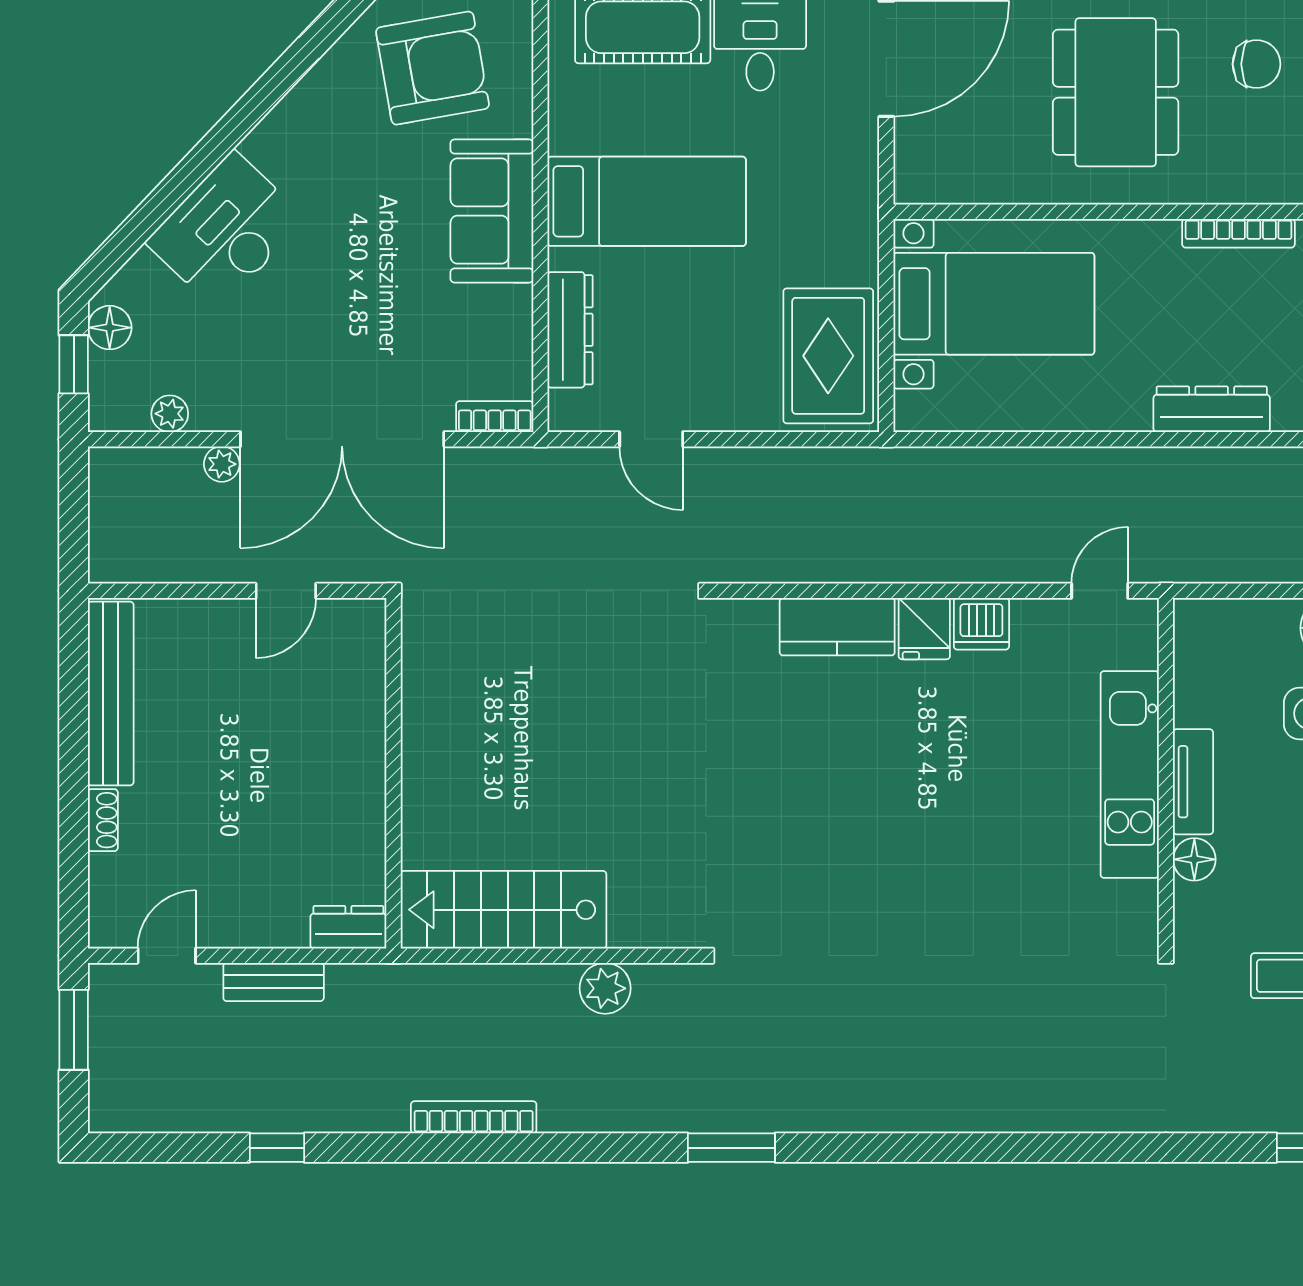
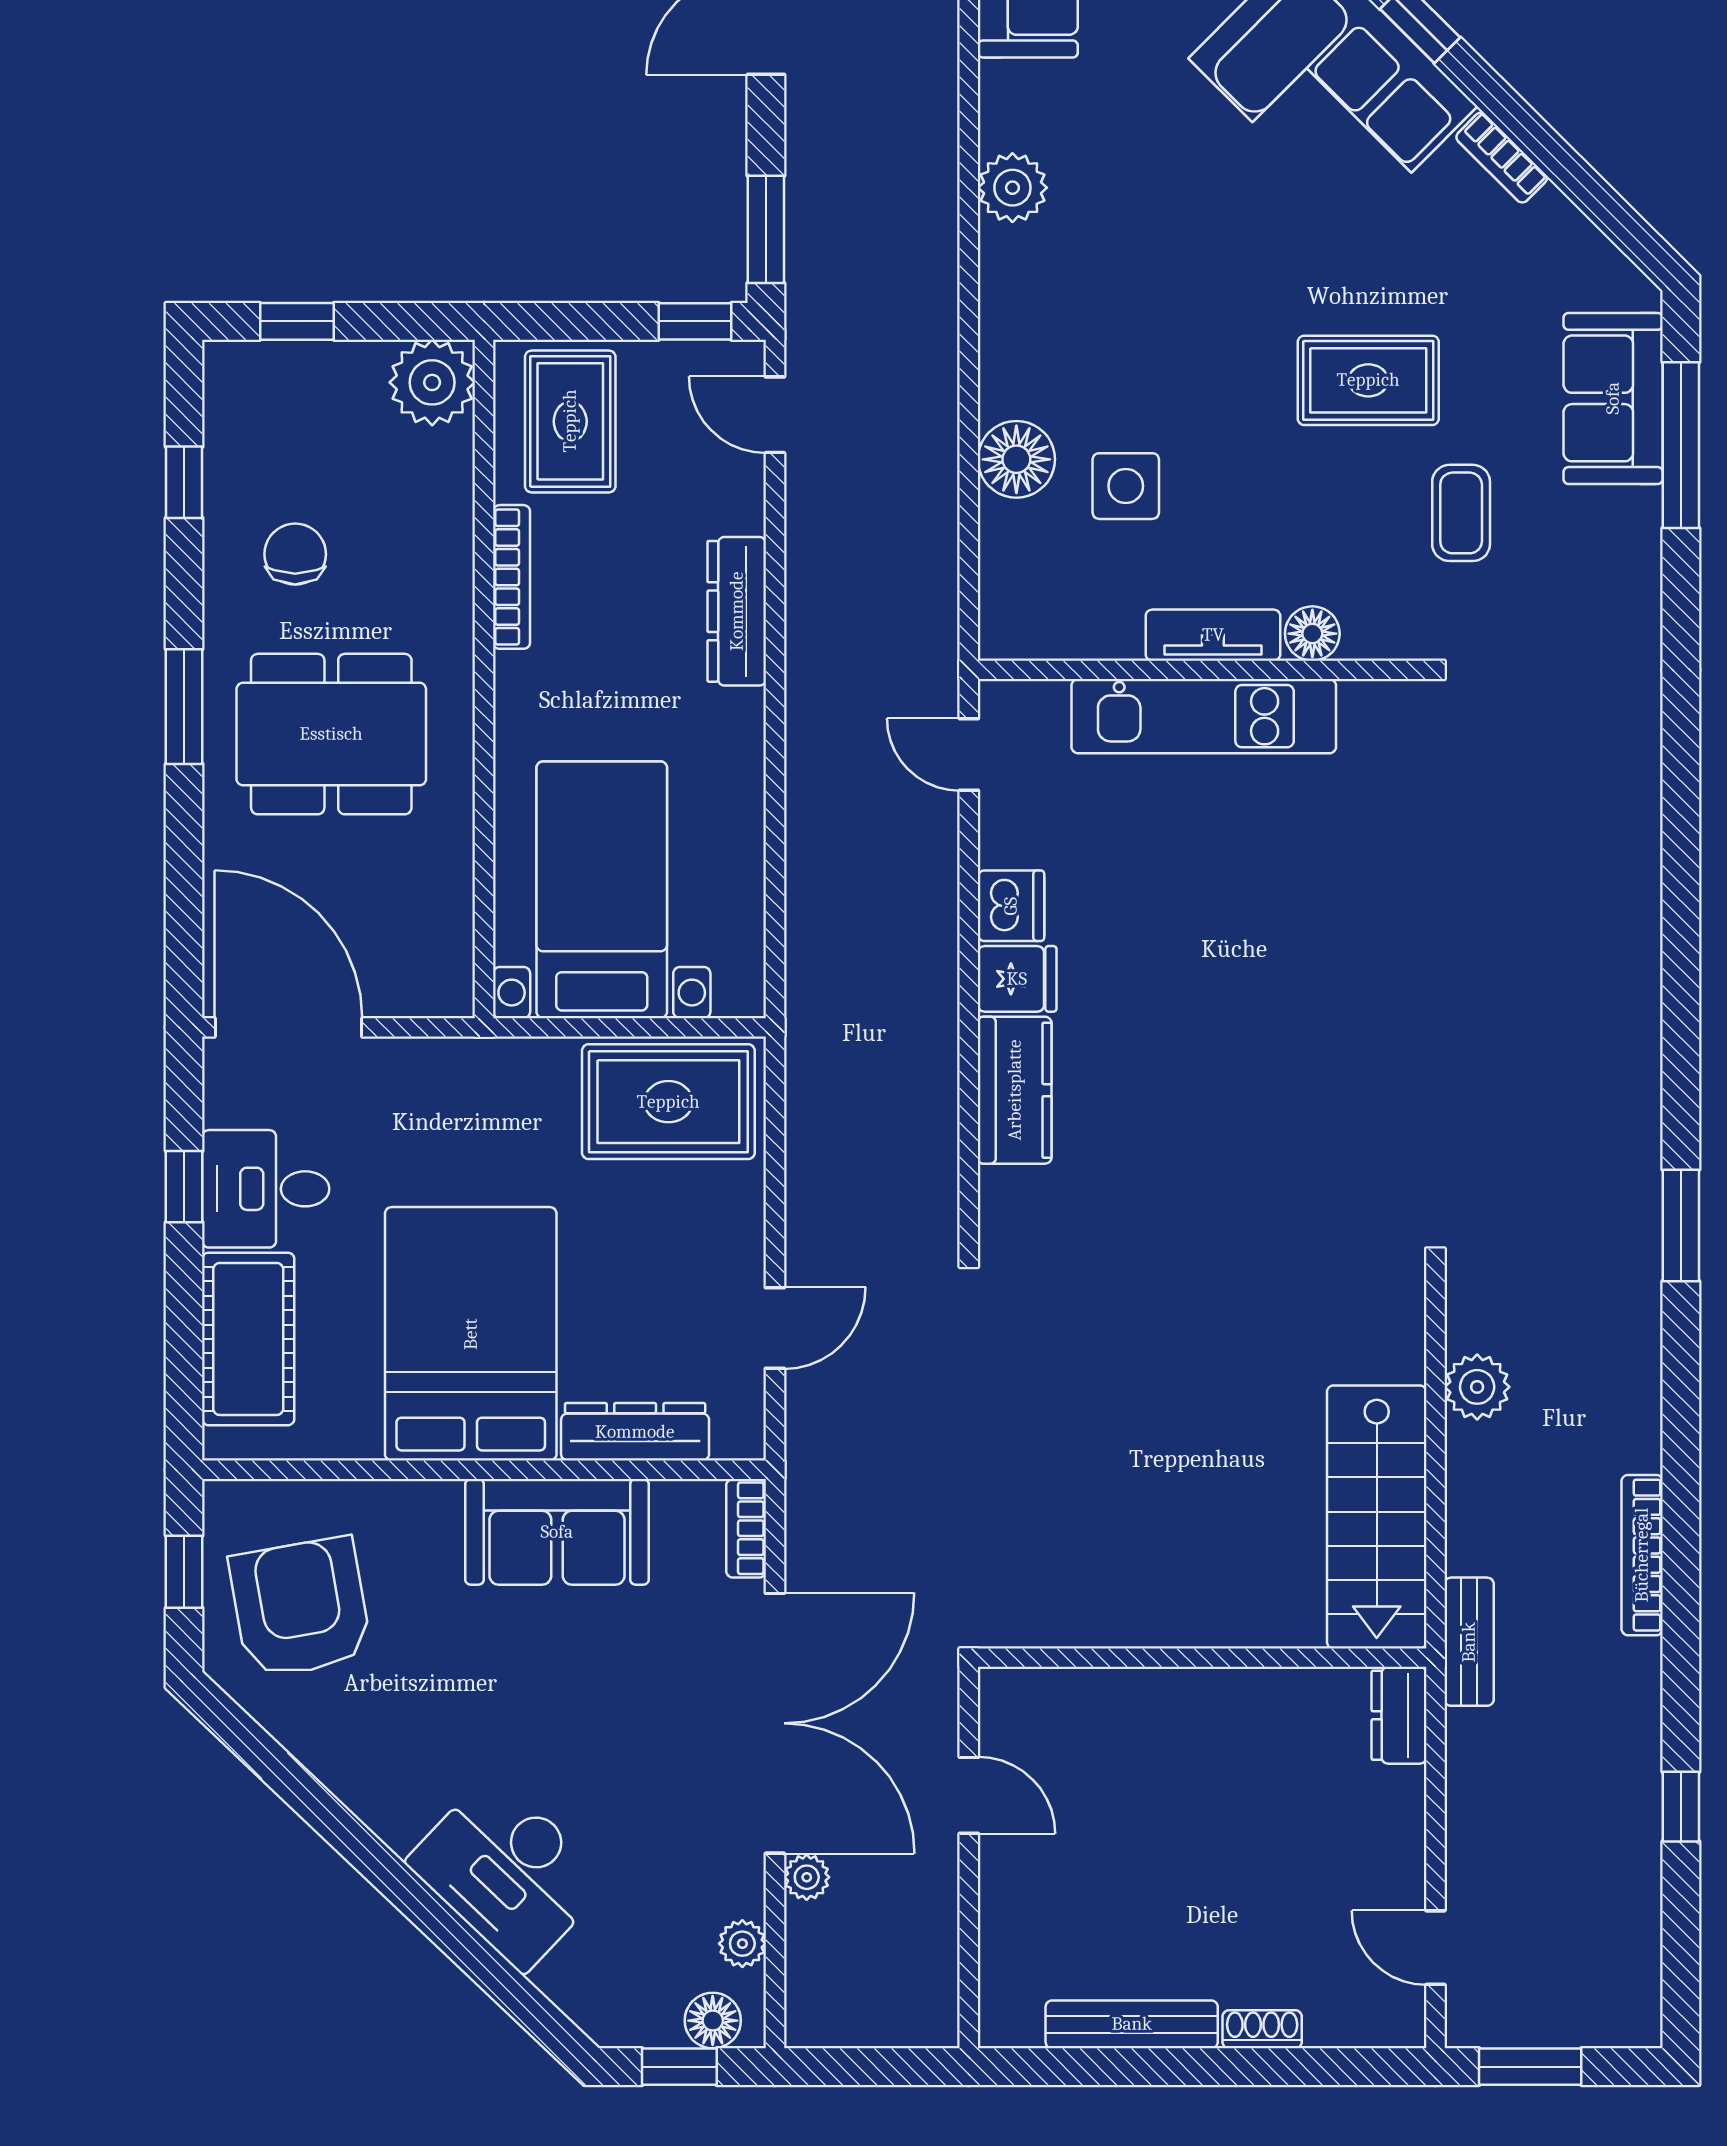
bed: (647, 201) -> (471, 1334), width x1.50
sofa: (492, 211) -> (557, 1532), moved
floor lamp: (110, 328) -> (713, 2021), moved
bench: (111, 694) -> (1132, 2024), width x0.73, depth x0.82
bench: (274, 982) -> (1469, 1642), moved

